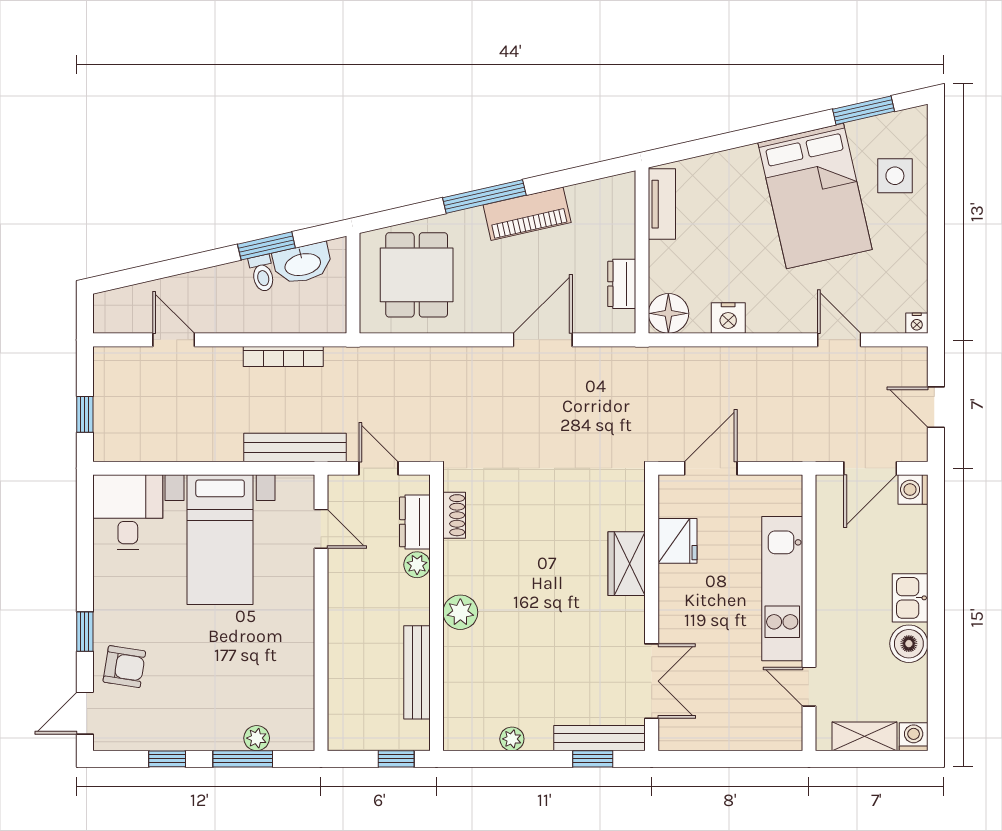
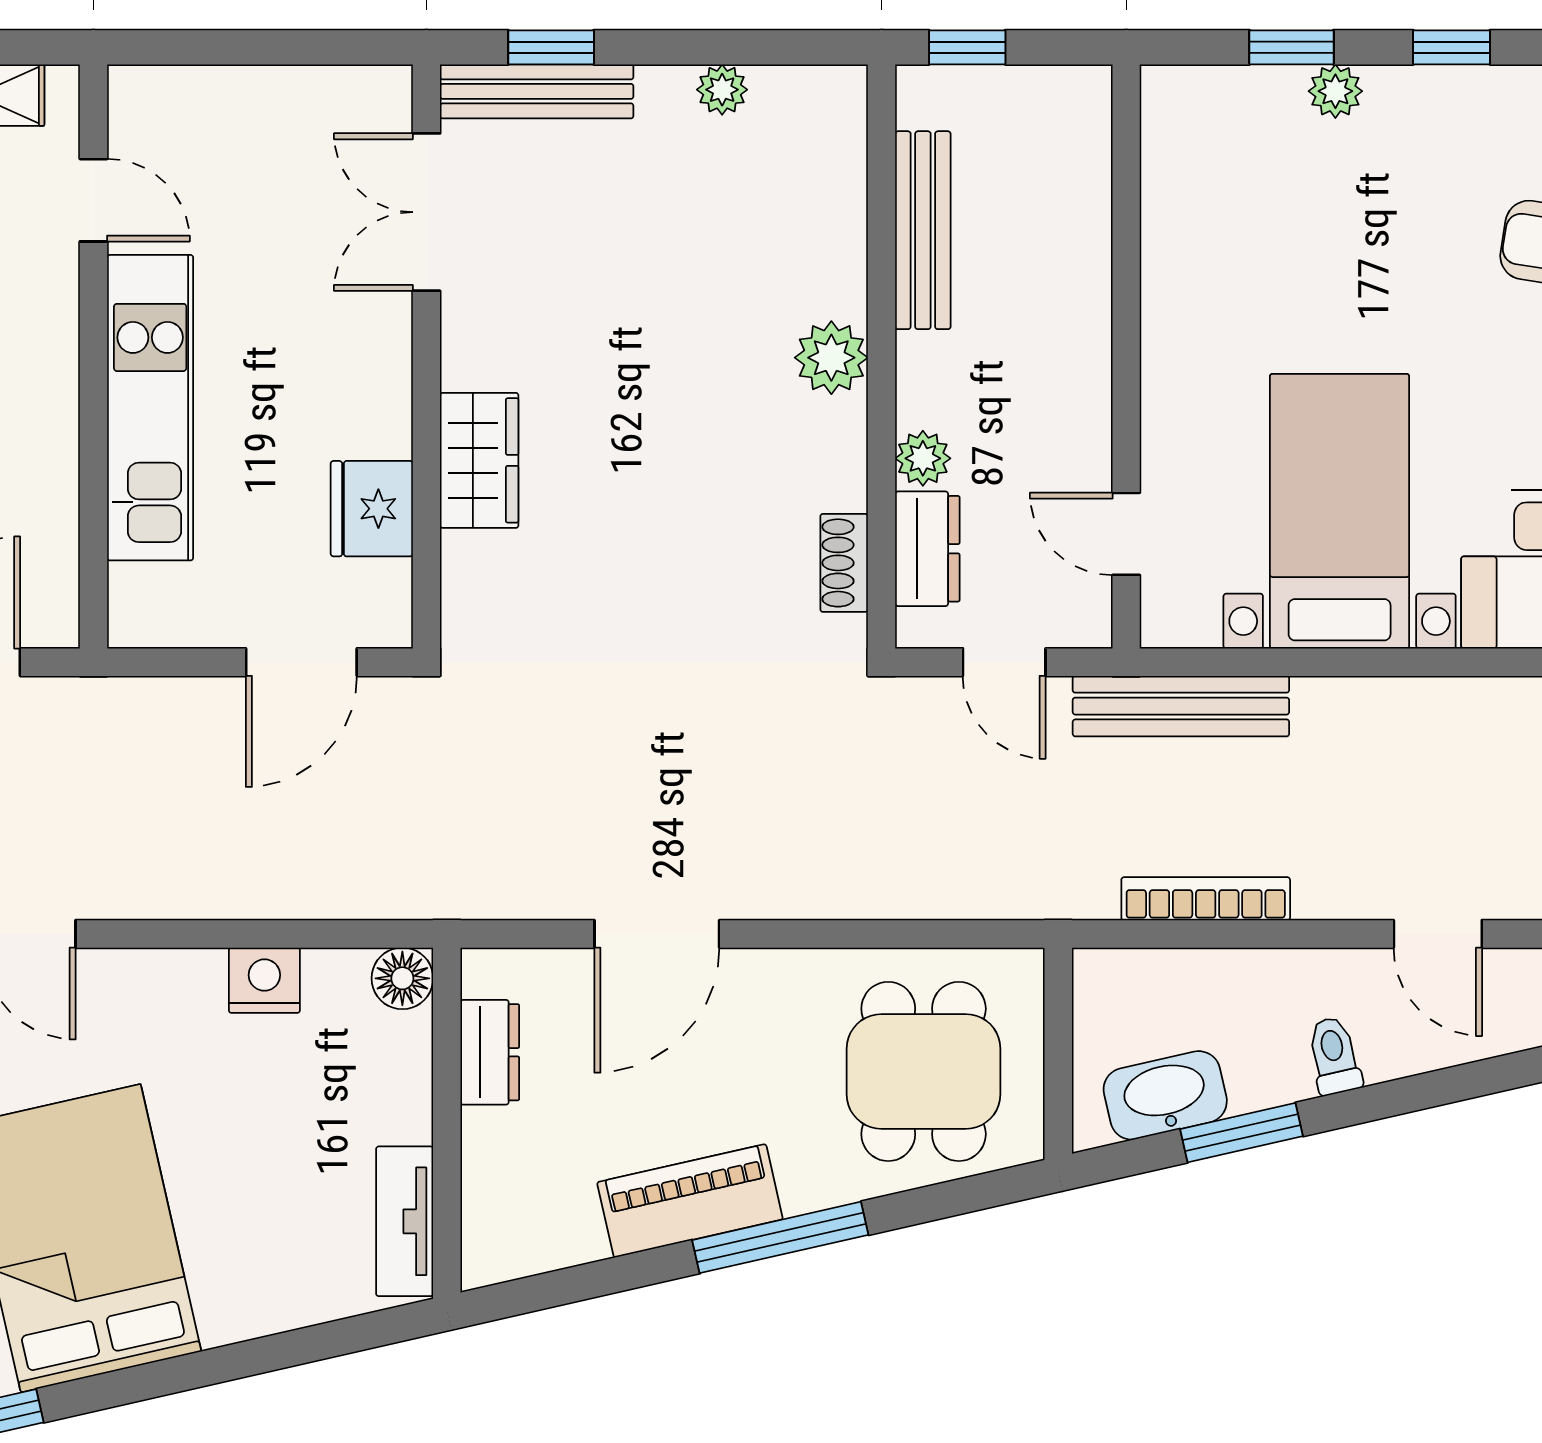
toilet: (262, 273) -> (1334, 1056), moved
floor lamp: (668, 313) -> (402, 978), width x0.73, depth x0.73
plant: (257, 738) -> (1335, 91), moved
window: (243, 759) -> (1292, 47), width x0.67

